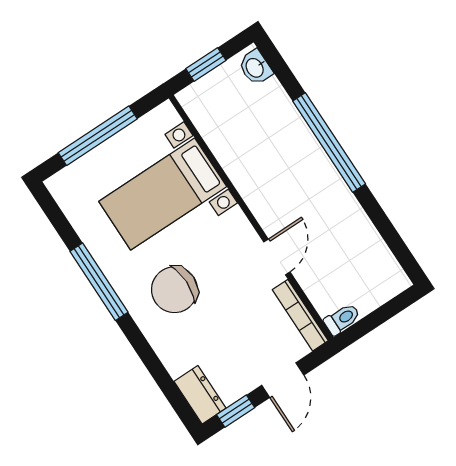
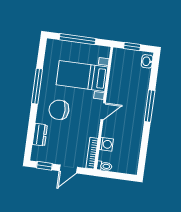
window: (329, 142) -> (150, 106), width x0.68
door: (277, 257) -> (103, 111), moved
washing machine: (312, 277) -> (106, 144), added
dresser: (200, 395) -> (40, 135), moved

